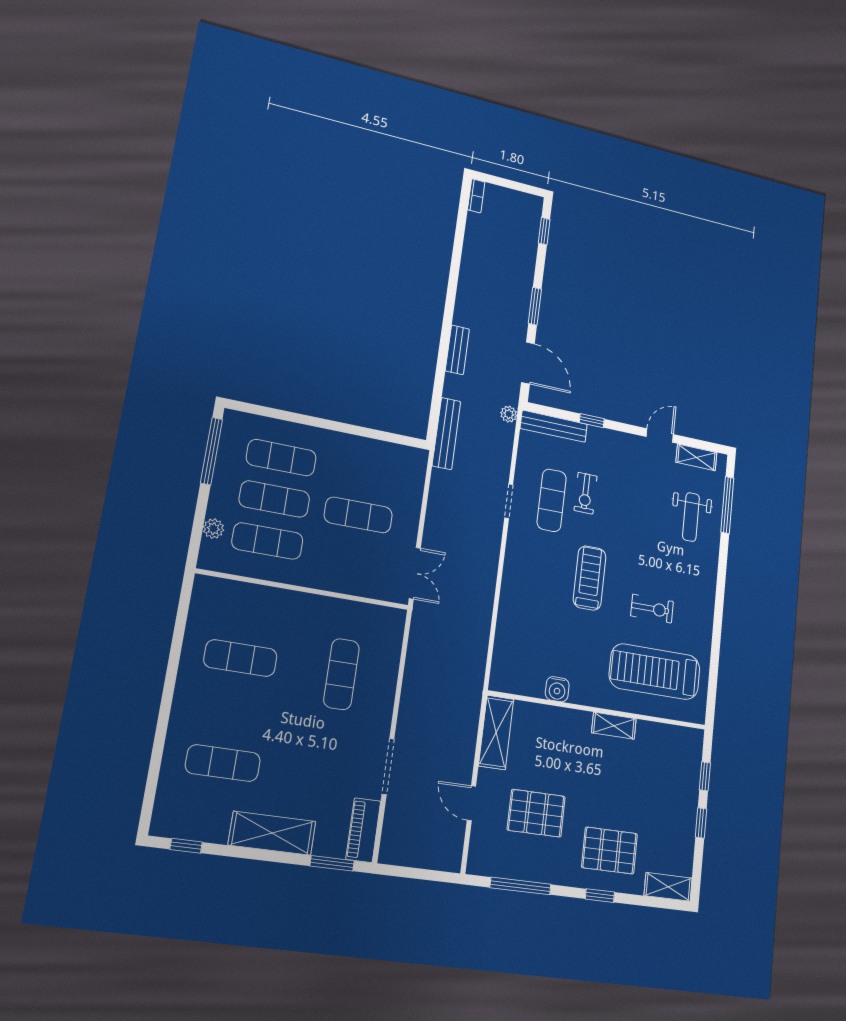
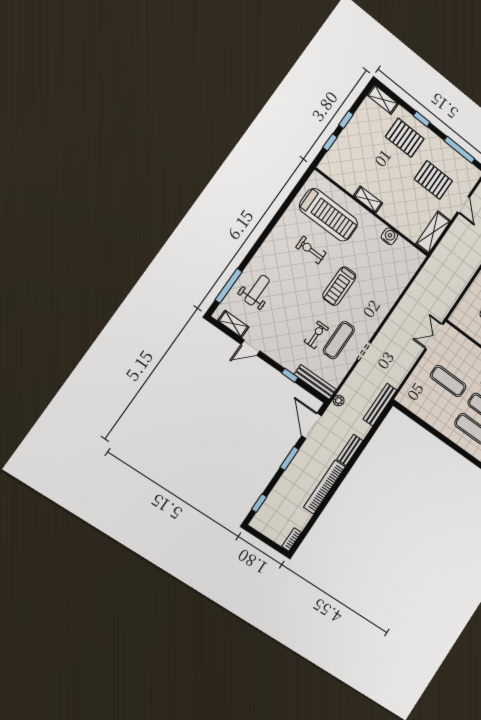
bookcase: (467, 284) -> (324, 487), added

